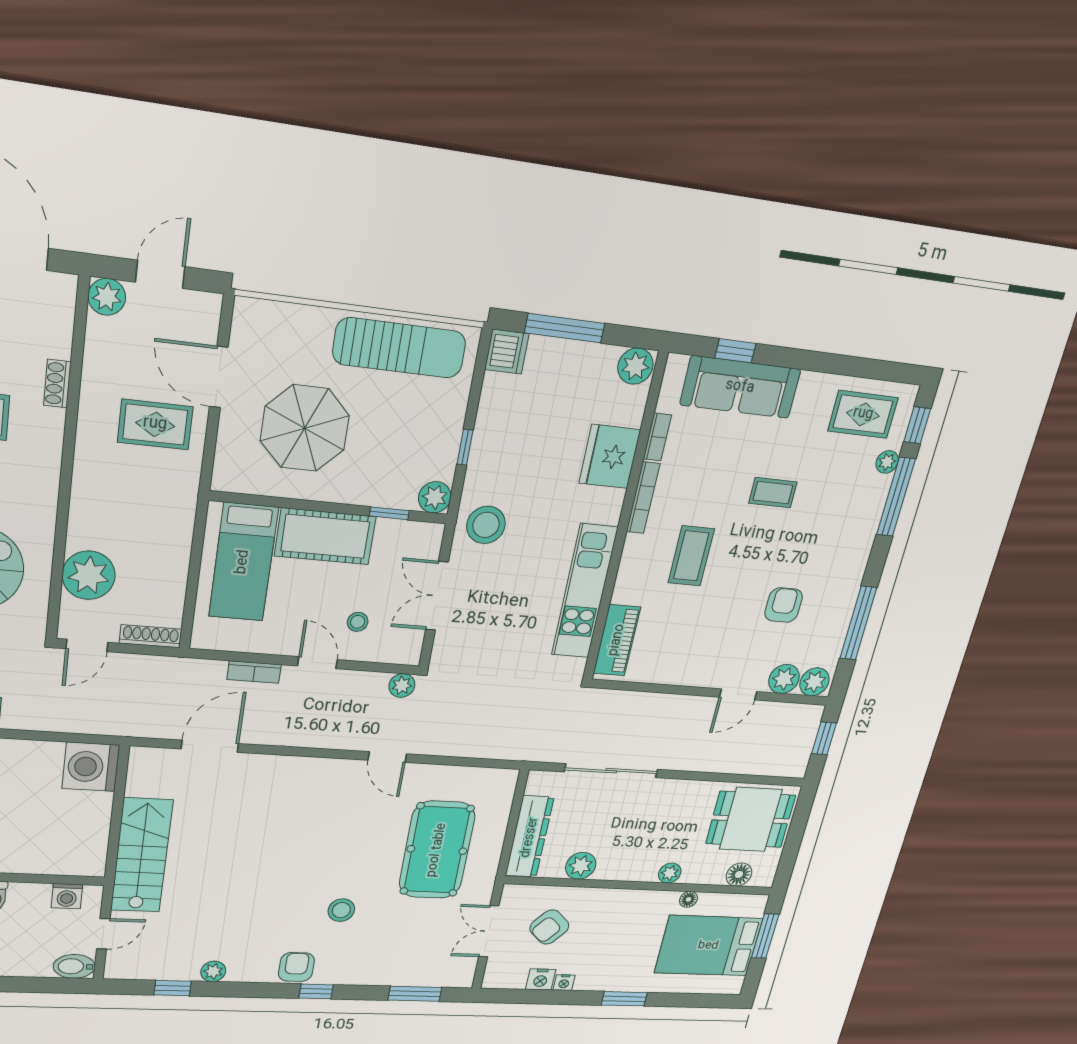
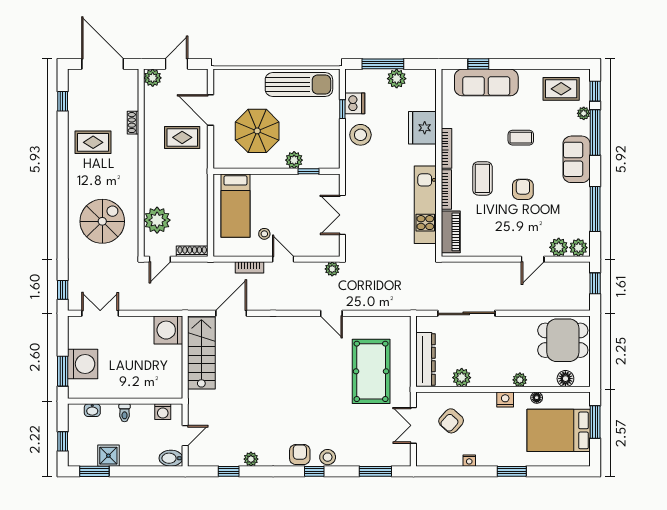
dishwasher: (507, 352) -> (355, 103), moved
plant: (635, 366) -> (397, 79), moved
bookcase: (657, 437) -> (446, 190), moved, width x1.56
window: (465, 447) -> (342, 109), moved
plant: (435, 497) -> (294, 160), moved
stool: (486, 525) -> (360, 135), moved
cot: (325, 536) -> (276, 187), removed
sofa: (853, 539) -> (577, 159), added
armchair: (784, 605) -> (523, 189), moved
stool: (358, 622) -> (264, 234), moved
stairs: (142, 856) -> (201, 353), moved
stool: (341, 910) -> (328, 457), moved
nightstand: (541, 979) -> (505, 400), moved, turned 180

